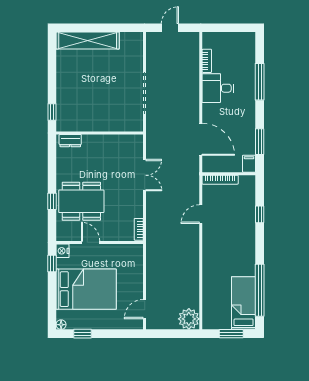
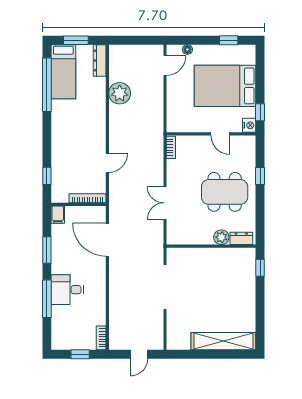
window: (227, 28) -> (80, 354), added
bookcase: (207, 61) -> (101, 338), moved
desk: (218, 88) -> (67, 290), moved, turned 180
plant: (90, 142) -> (221, 237), added
window: (260, 142) -> (47, 250), moved
dining table: (81, 201) -> (225, 192), moved
window: (260, 214) -> (47, 176), moved
dresser: (208, 314) -> (100, 60), added
plant: (189, 319) -> (120, 93), moved
floor lamp: (61, 325) -> (187, 49), moved

